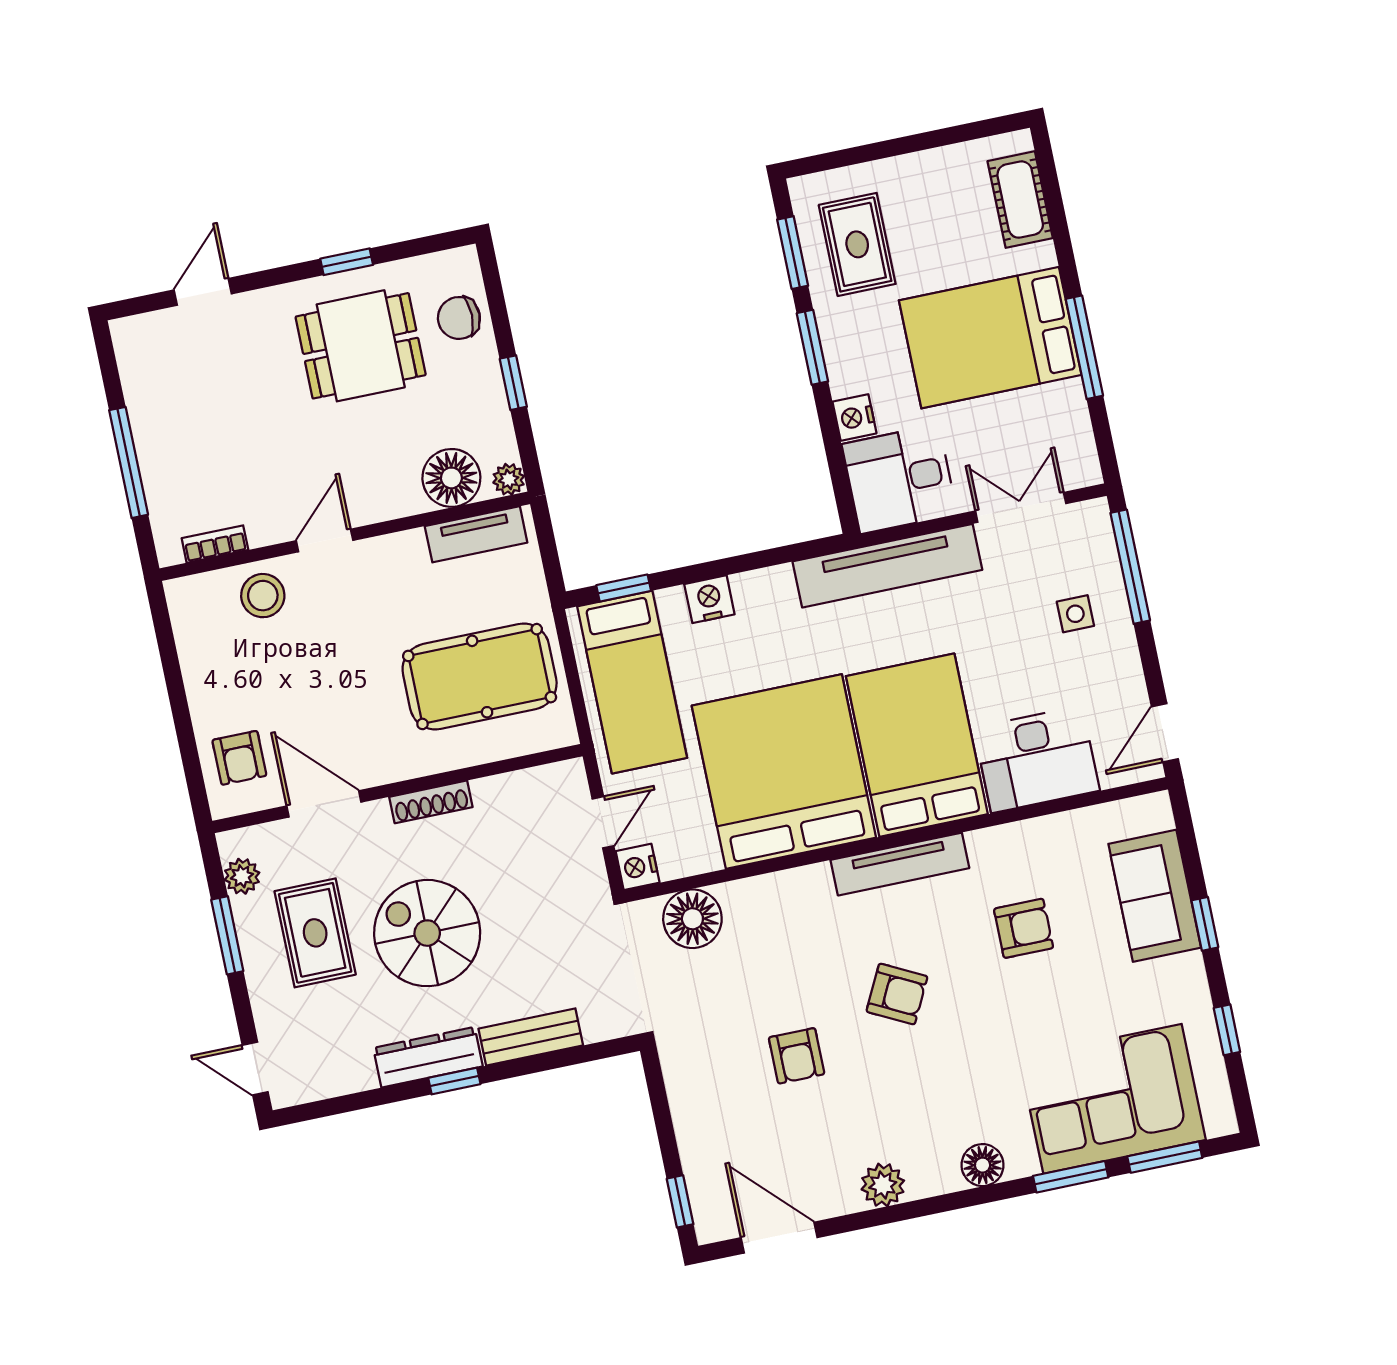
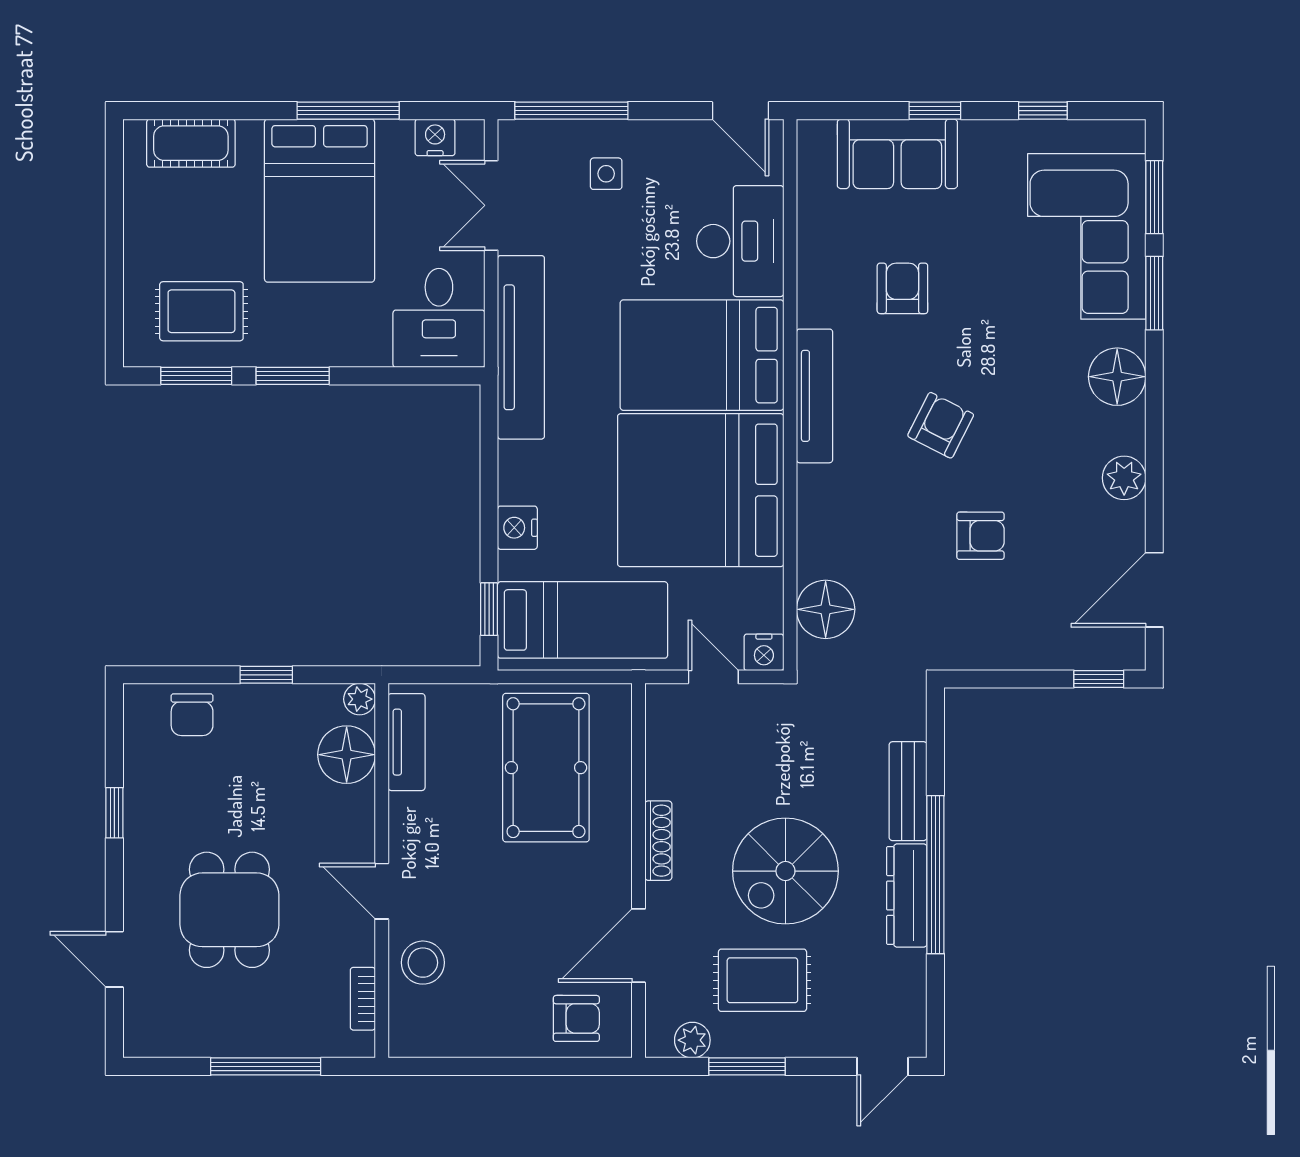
dining table: (361, 346) -> (229, 910), moved
nightstand: (855, 417) -> (435, 137), moved, turned 180
window: (454, 1081) -> (935, 875), width x3.17
floor lamp: (983, 1165) -> (1117, 377), width x1.38, depth x1.38

